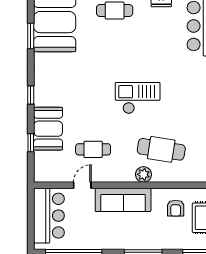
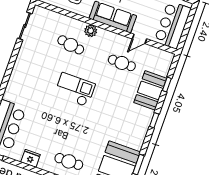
checkout: (138, 98) -> (75, 90), turned 180
cafe table: (161, 149) -> (71, 45), width x0.73, depth x0.74

